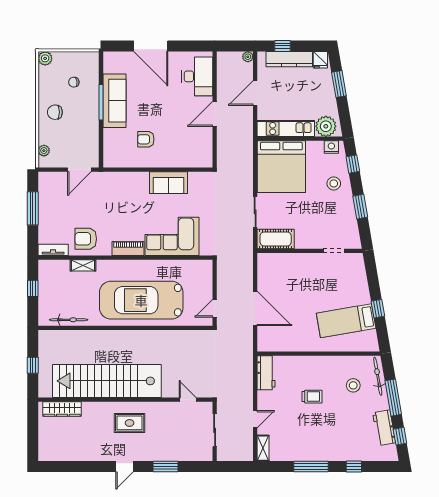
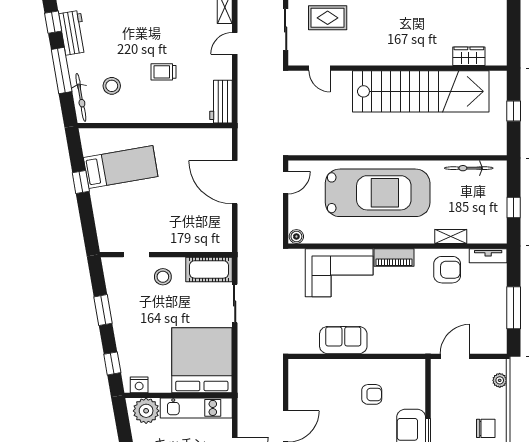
stool: (334, 183) -> (163, 277), moved
boiler: (206, 265) -> (296, 237), added
wardrobe: (62, 409) -> (469, 56), width x0.67
rug: (130, 423) -> (328, 18), moved

